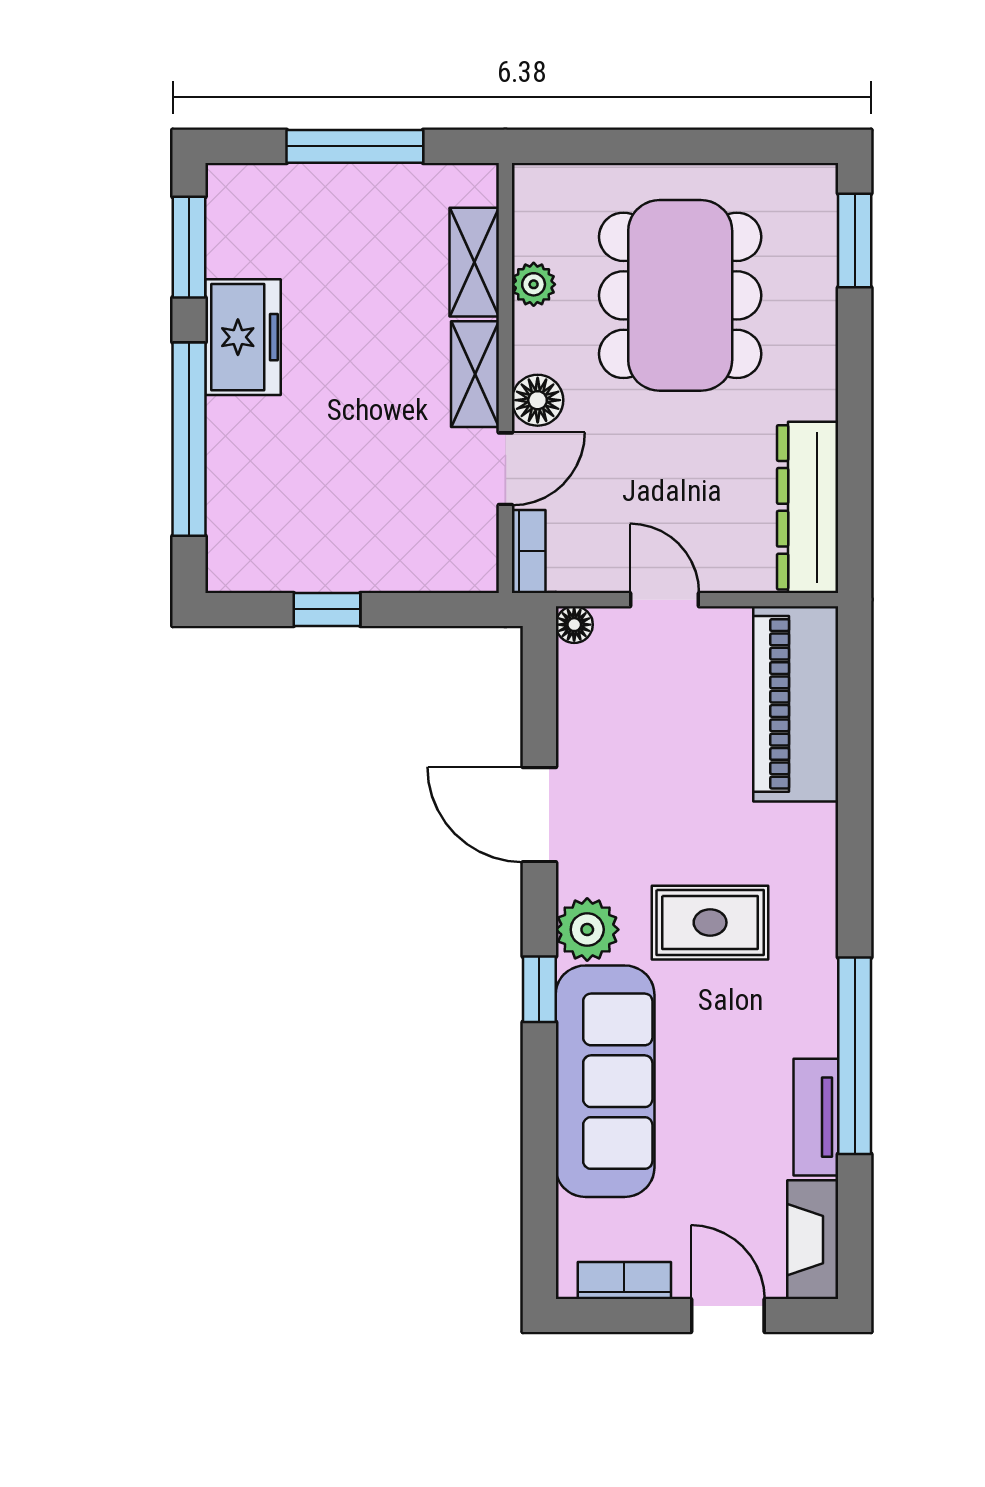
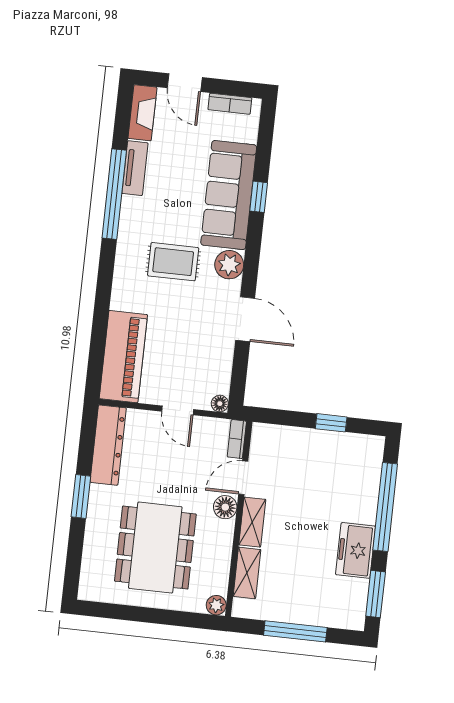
window: (855, 241) -> (81, 497), moved
plant: (534, 284) -> (216, 605), moved
window: (539, 989) -> (259, 197), moved

